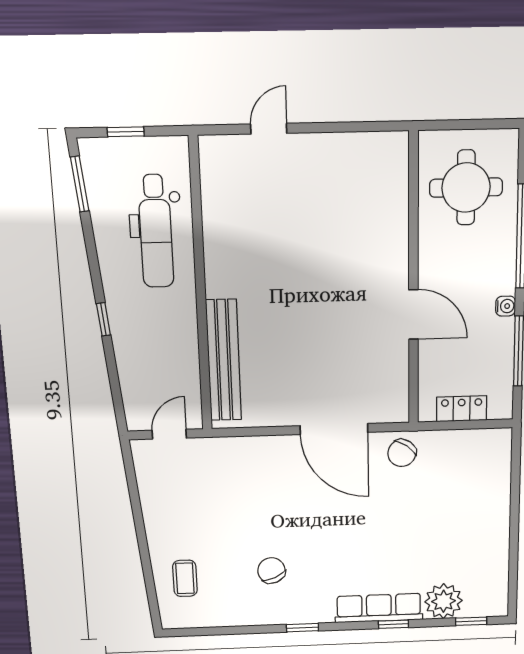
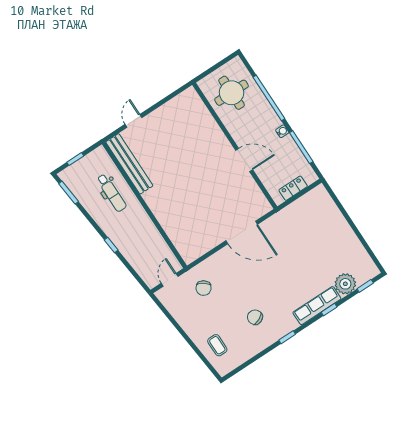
dental chair: (156, 231) -> (112, 193), width x0.73, depth x0.72
bench: (224, 360) -> (129, 164), moved
chair: (402, 453) -> (204, 288), moved

